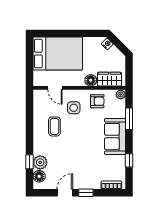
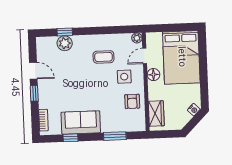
floor lamp: (91, 80) -> (153, 75), moved
plant: (121, 94) -> (137, 38), moved
sofa: (115, 137) -> (81, 122), moved
floor lamp: (39, 176) -> (50, 43), removed

